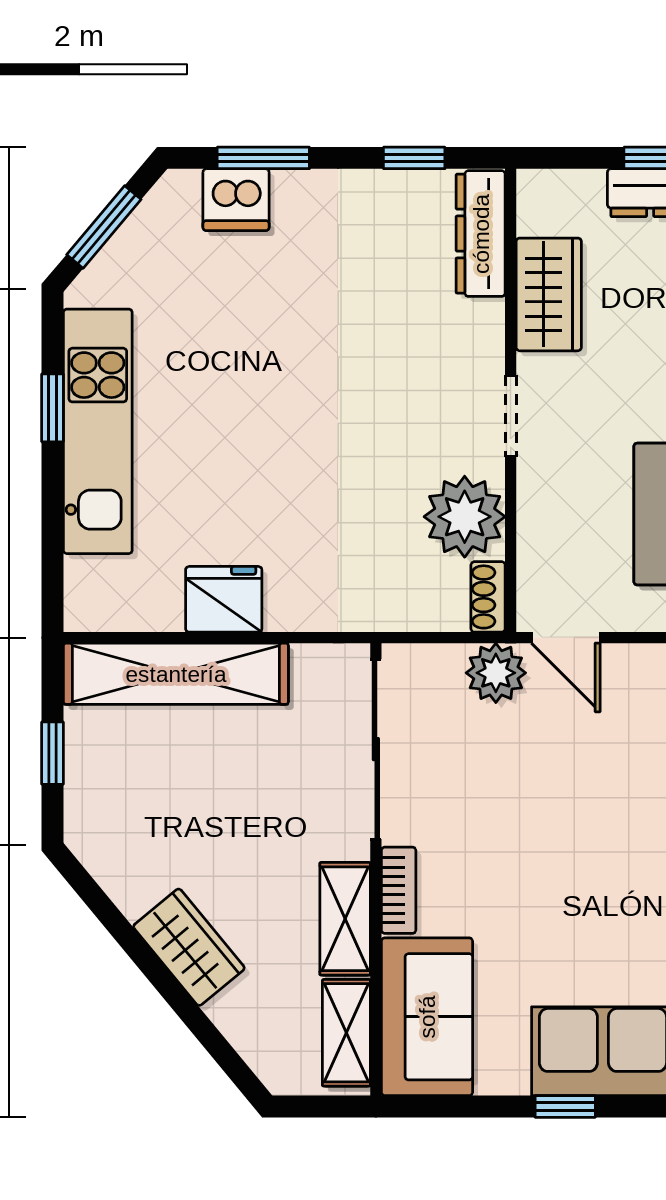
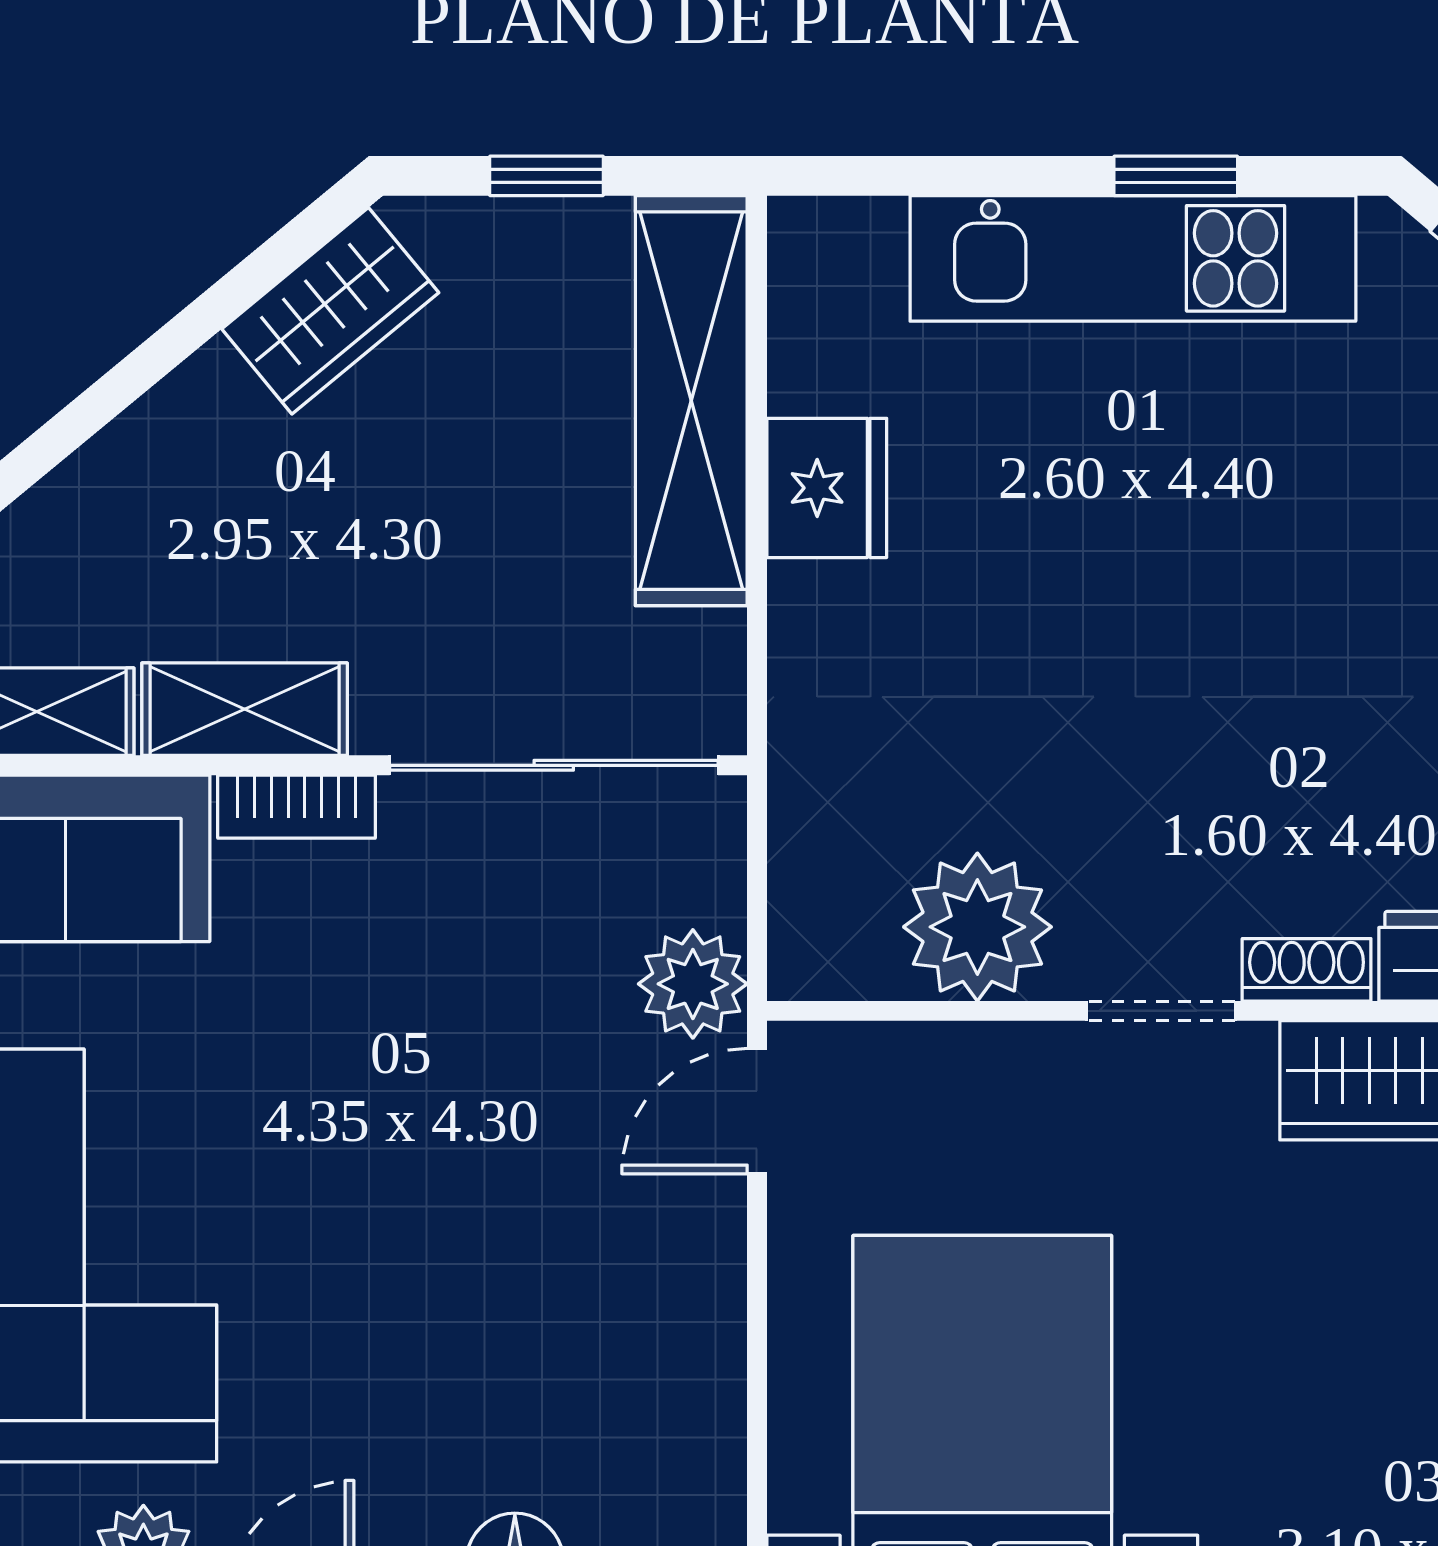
shoe rack: (488, 597) -> (1307, 970), moved
wardrobe: (189, 947) -> (330, 311), moved

